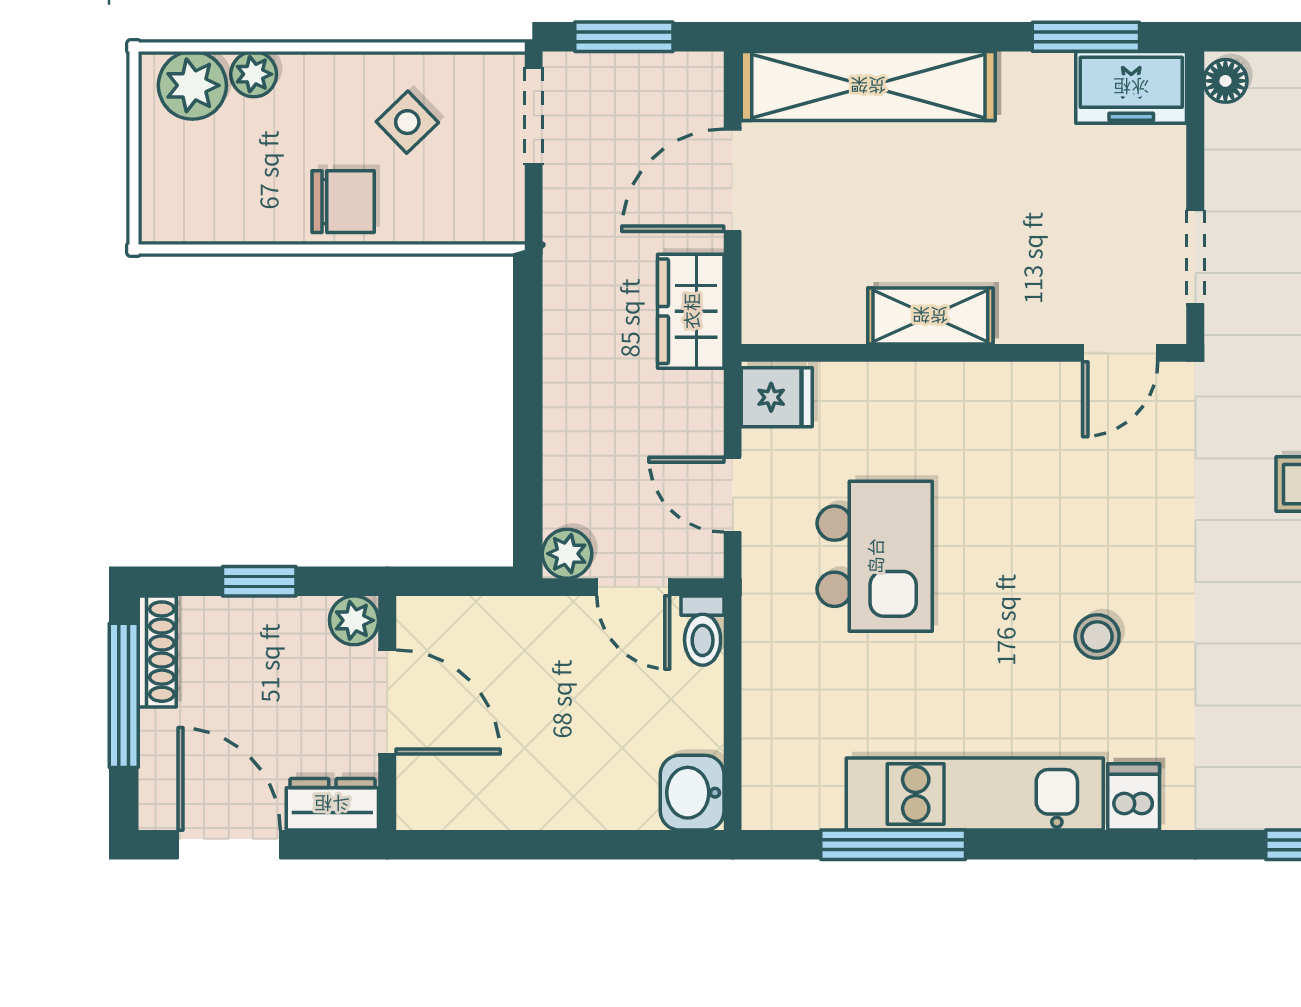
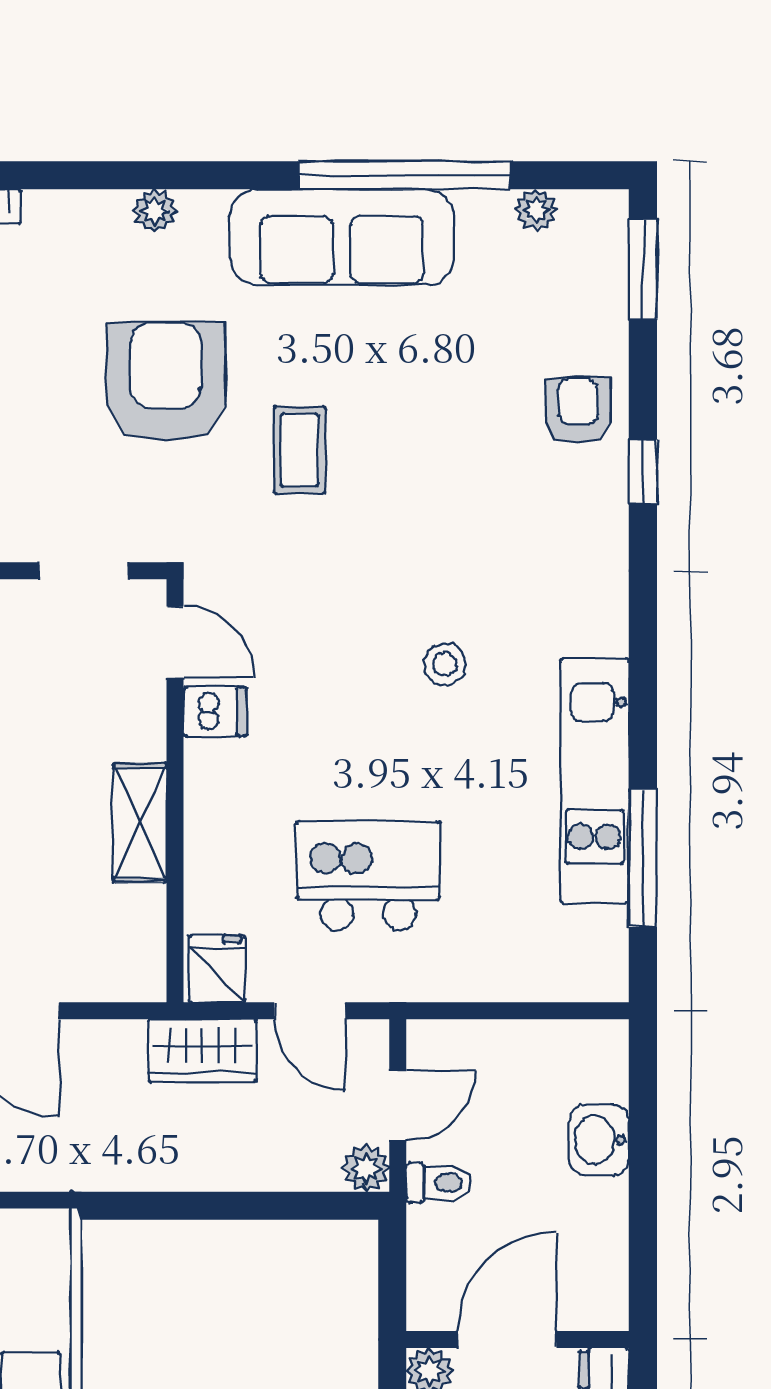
wardrobe: (691, 311) -> (202, 1051), moved
door: (733, 495) -> (310, 1011), hinge flipped
toilet: (703, 631) -> (439, 1183), moved
washbasin: (692, 793) -> (599, 1140), moved, turned 90
dishwasher: (1134, 797) -> (215, 712), moved, turned 180

